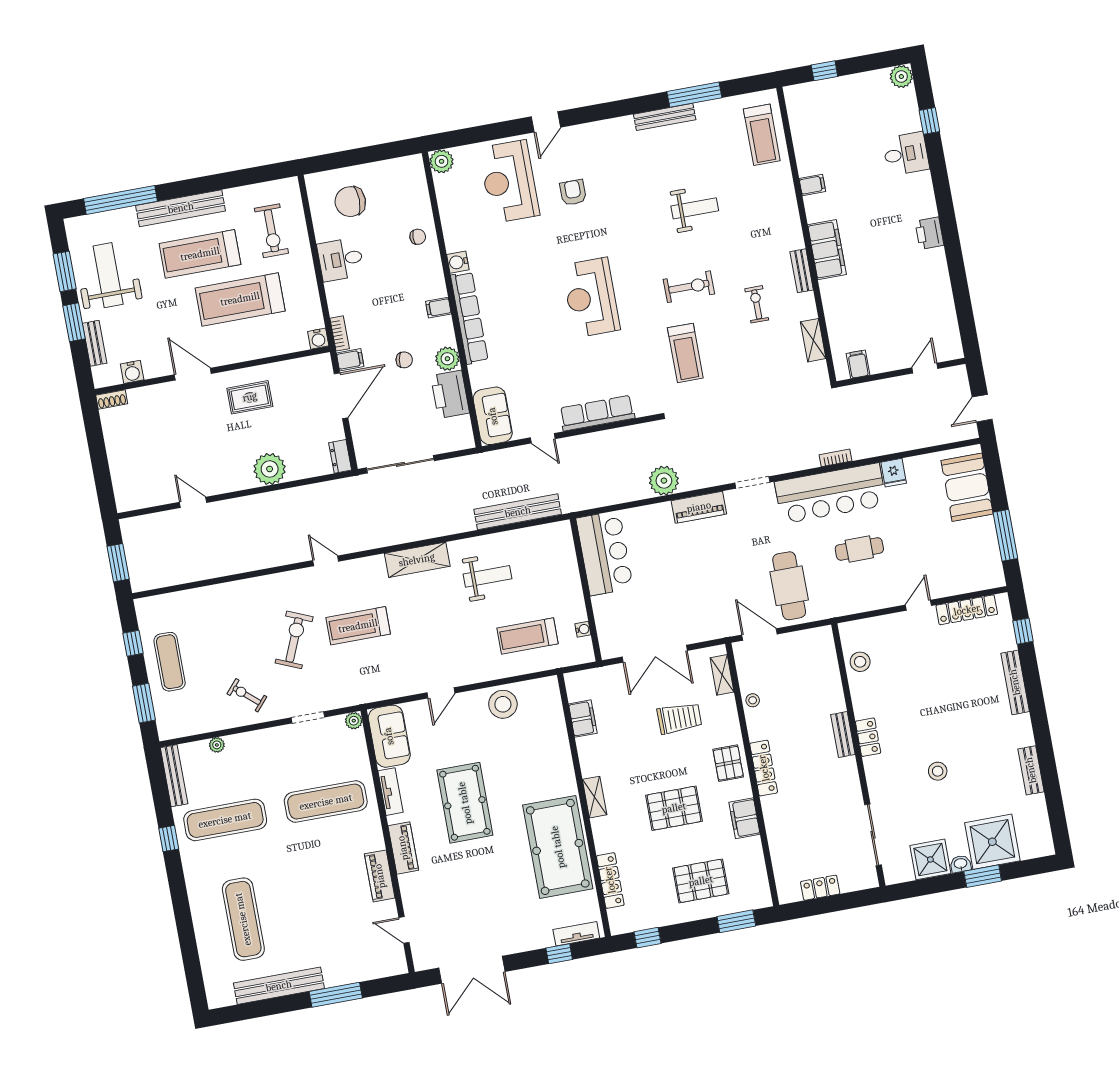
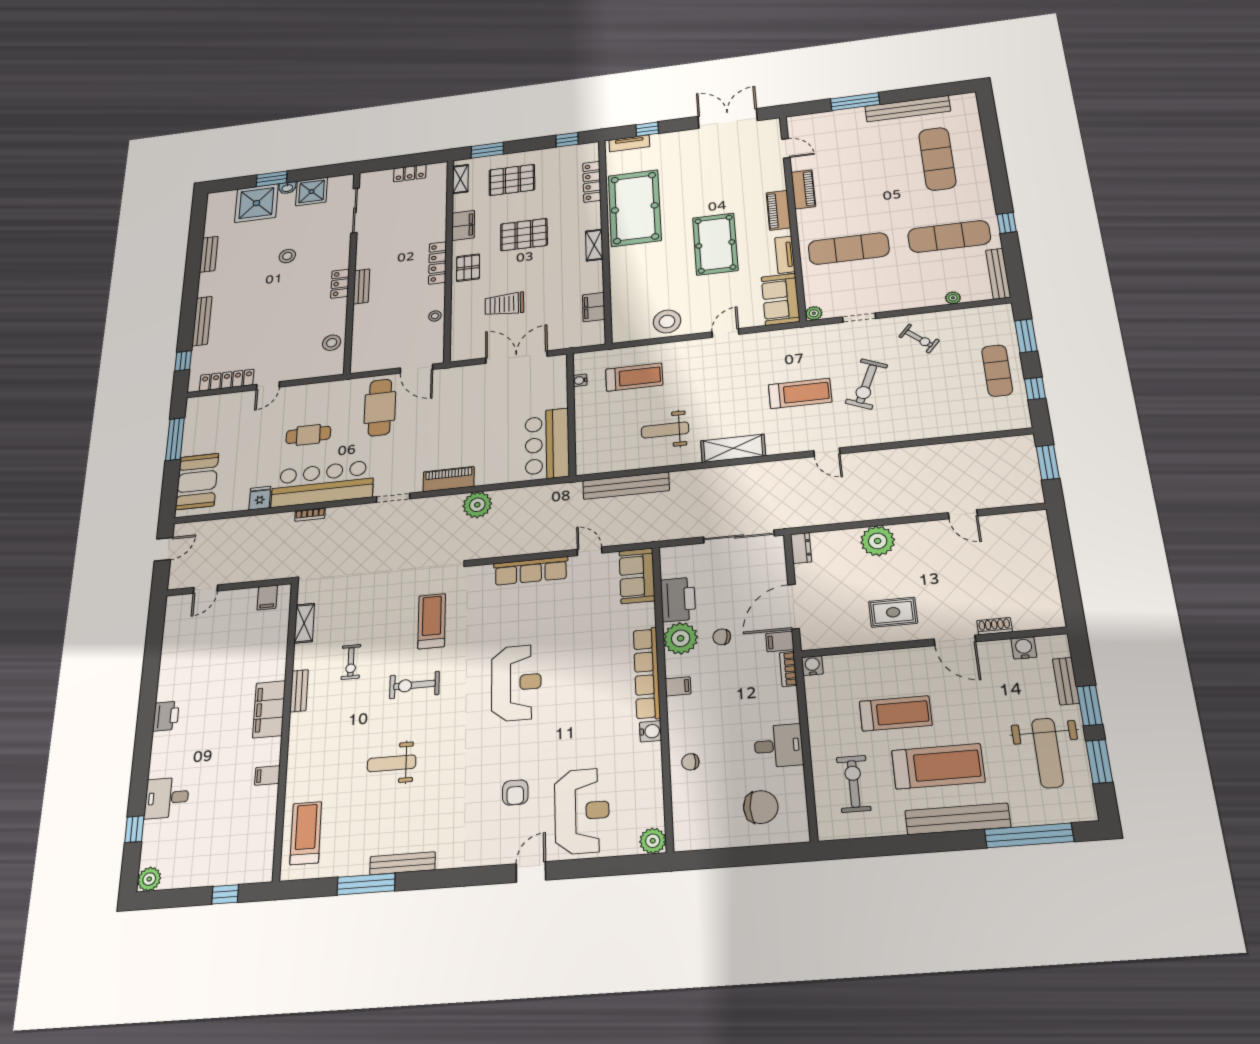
treadmill: (240, 299) -> (896, 713), width x0.73, depth x0.73
plant: (447, 359) -> (681, 638), width x1.36, depth x1.36
shoe rack: (112, 399) -> (994, 626), moved
shelving: (722, 675) -> (460, 179), moved

